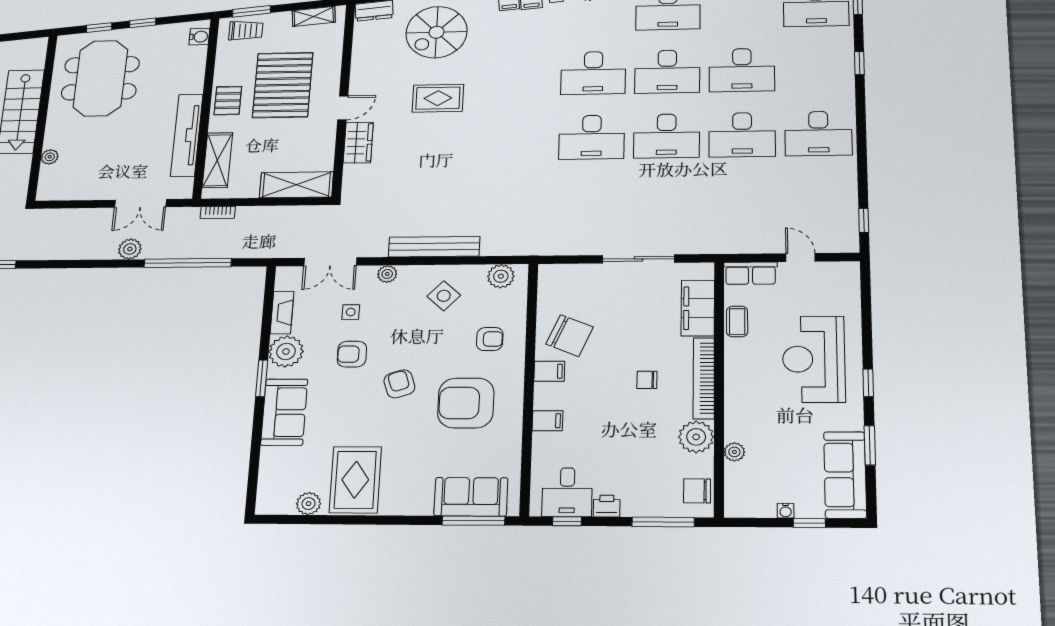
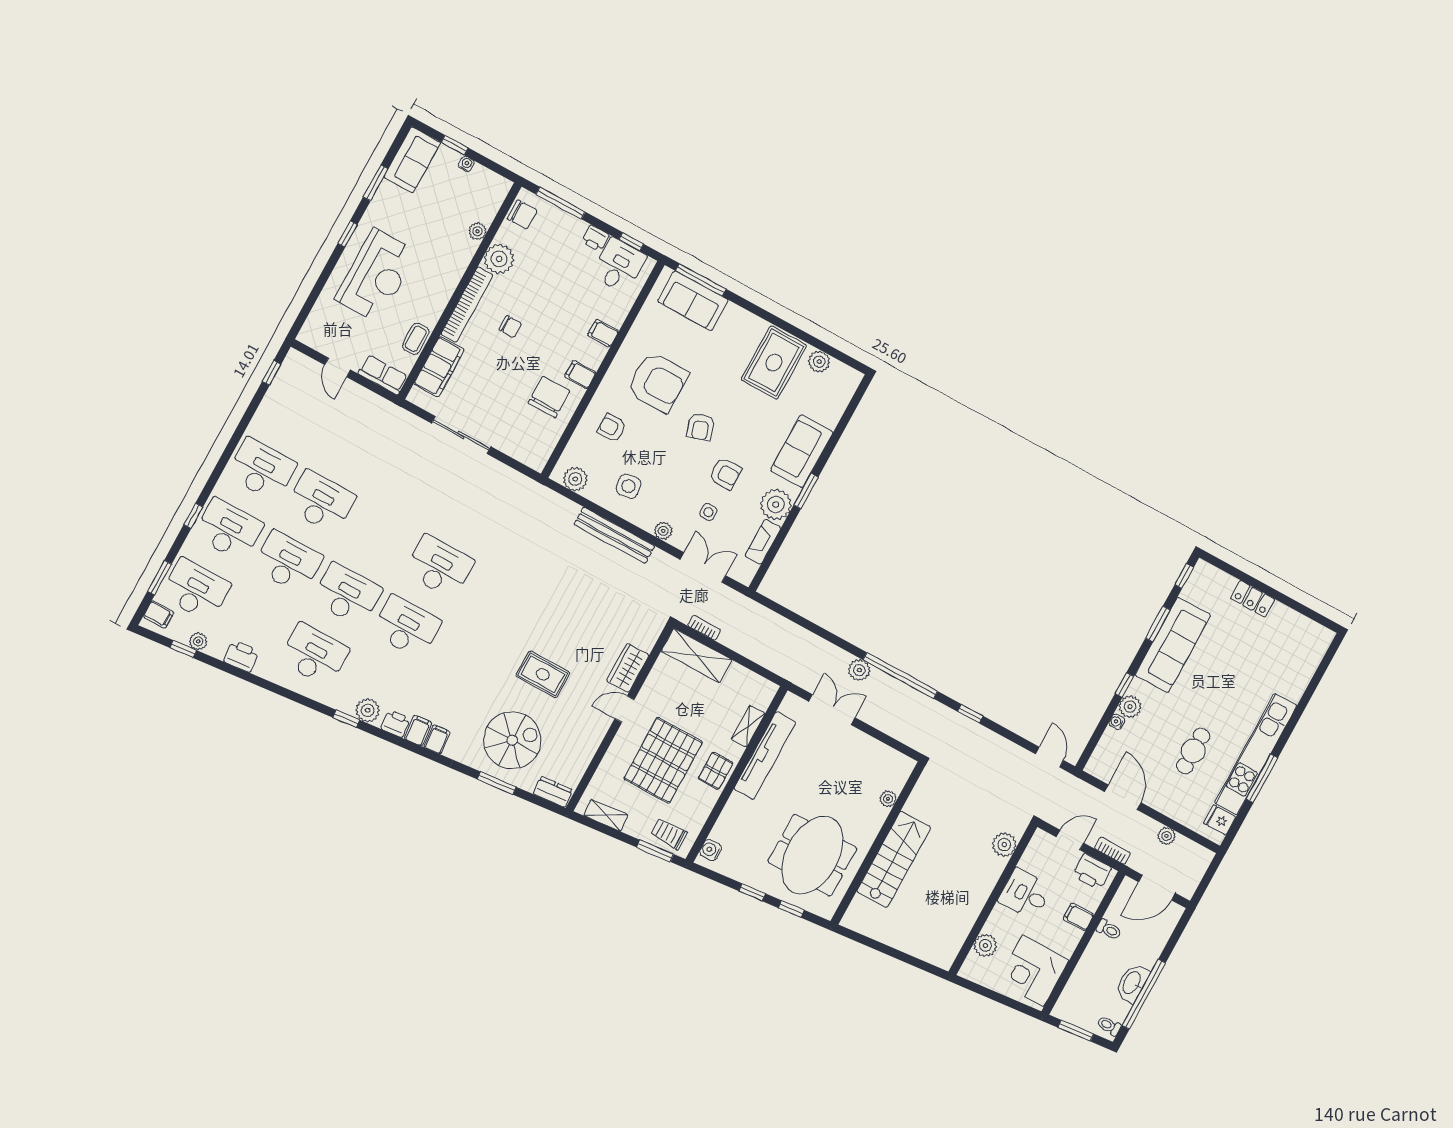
desk: (667, 136) -> (229, 530), moved
shelving: (217, 160) -> (748, 726), width x0.67, depth x0.75
bookcase: (218, 212) -> (704, 628), moved
window: (188, 263) -> (900, 676), moved
side table: (444, 296) -> (628, 486), turned 37
chair: (570, 336) -> (549, 397), turned 67
sofa: (845, 475) -> (412, 160), width x0.73

